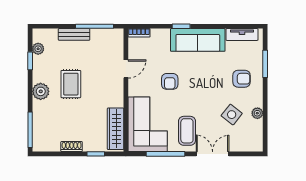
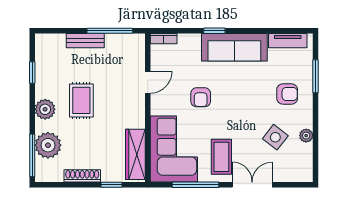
plant: (38, 49) -> (48, 145), moved, width x1.87, depth x1.87
shoe rack: (72, 147) -> (82, 176), width x1.43

